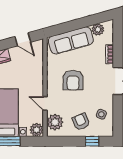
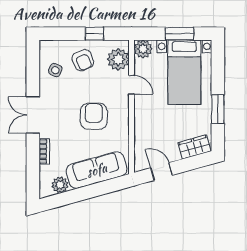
window: (92, 141) -> (94, 34), moved

